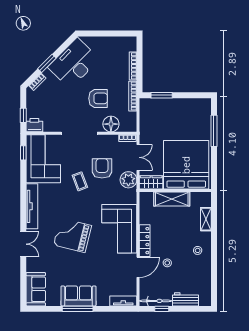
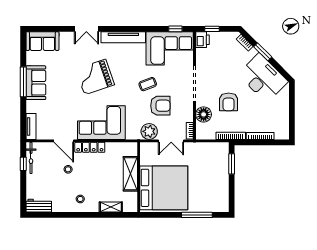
wardrobe: (151, 182) -> (147, 154), removed
grand piano: (73, 235) -> (95, 77), turned -123
workbench: (186, 299) -> (39, 206), moved, turned -90

